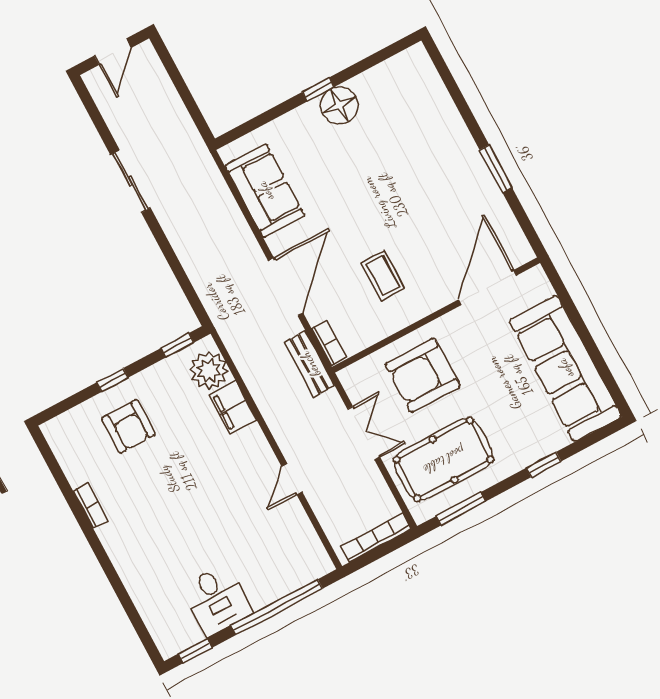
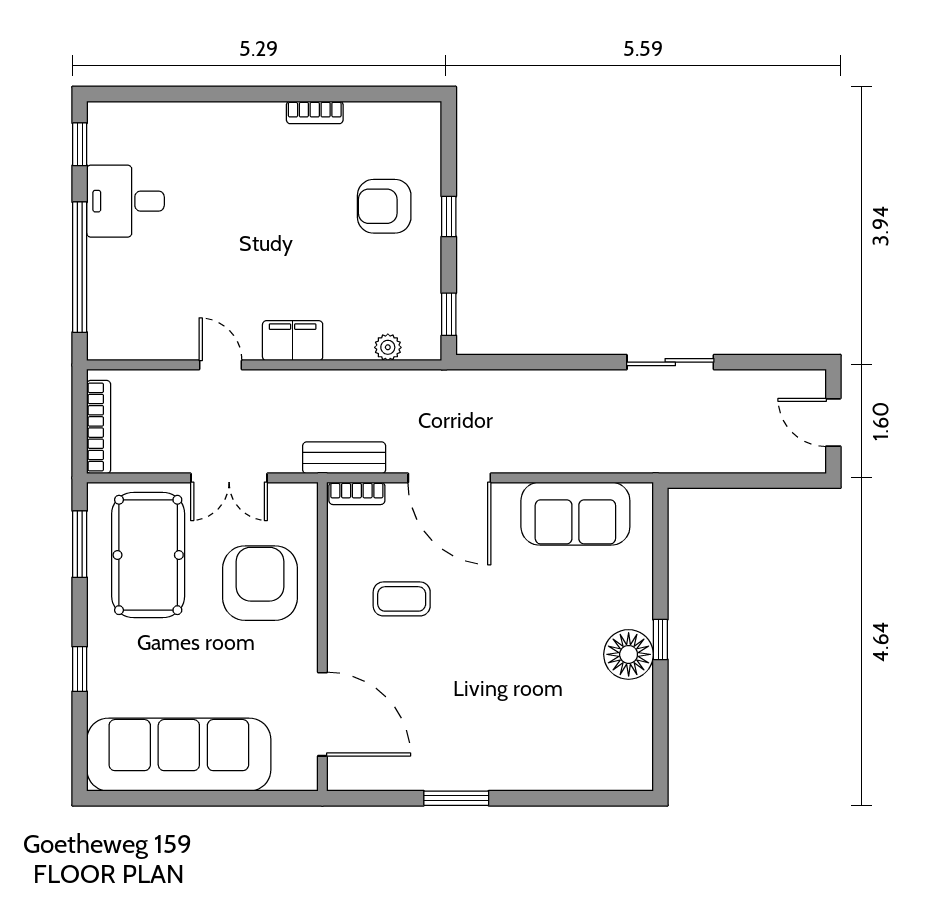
plant: (209, 370) -> (388, 347), width x0.53, depth x0.53
filing cabinet: (233, 407) -> (293, 341), moved

